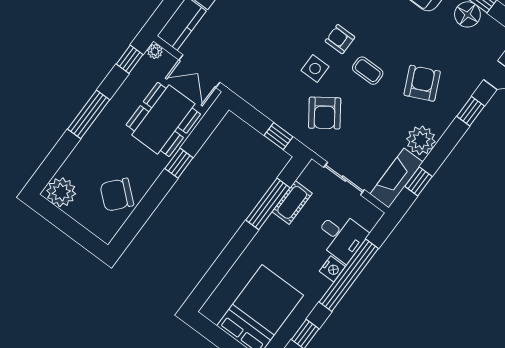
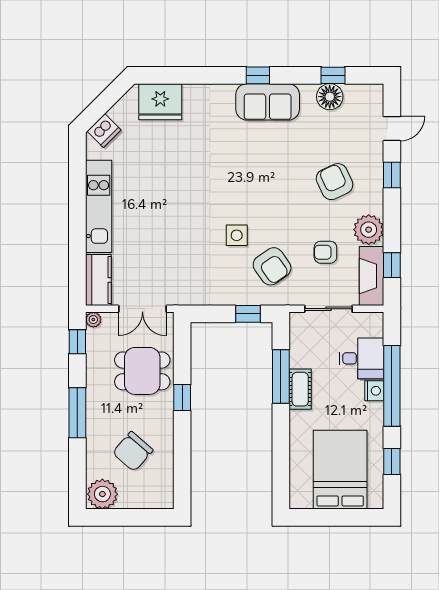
armchair: (340, 39) -> (325, 252), moved
coffee table: (368, 71) -> (282, 205), removed
dining table: (163, 119) -> (142, 371), width x0.73
chair: (117, 195) -> (133, 451), moved
cot: (292, 202) -> (300, 389), moved

